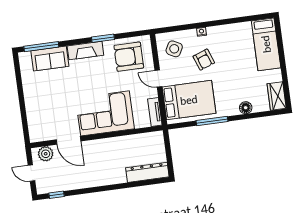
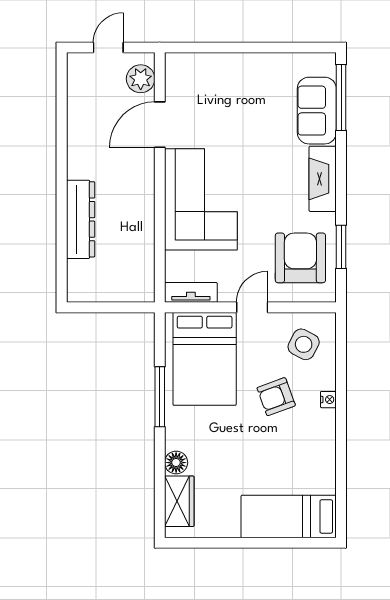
window: (103, 38) -> (341, 247), moved
wardrobe: (277, 96) -> (179, 501), moved, turned 90
dresser: (147, 172) -> (81, 219), moved
window: (56, 195) -> (62, 89), removed

